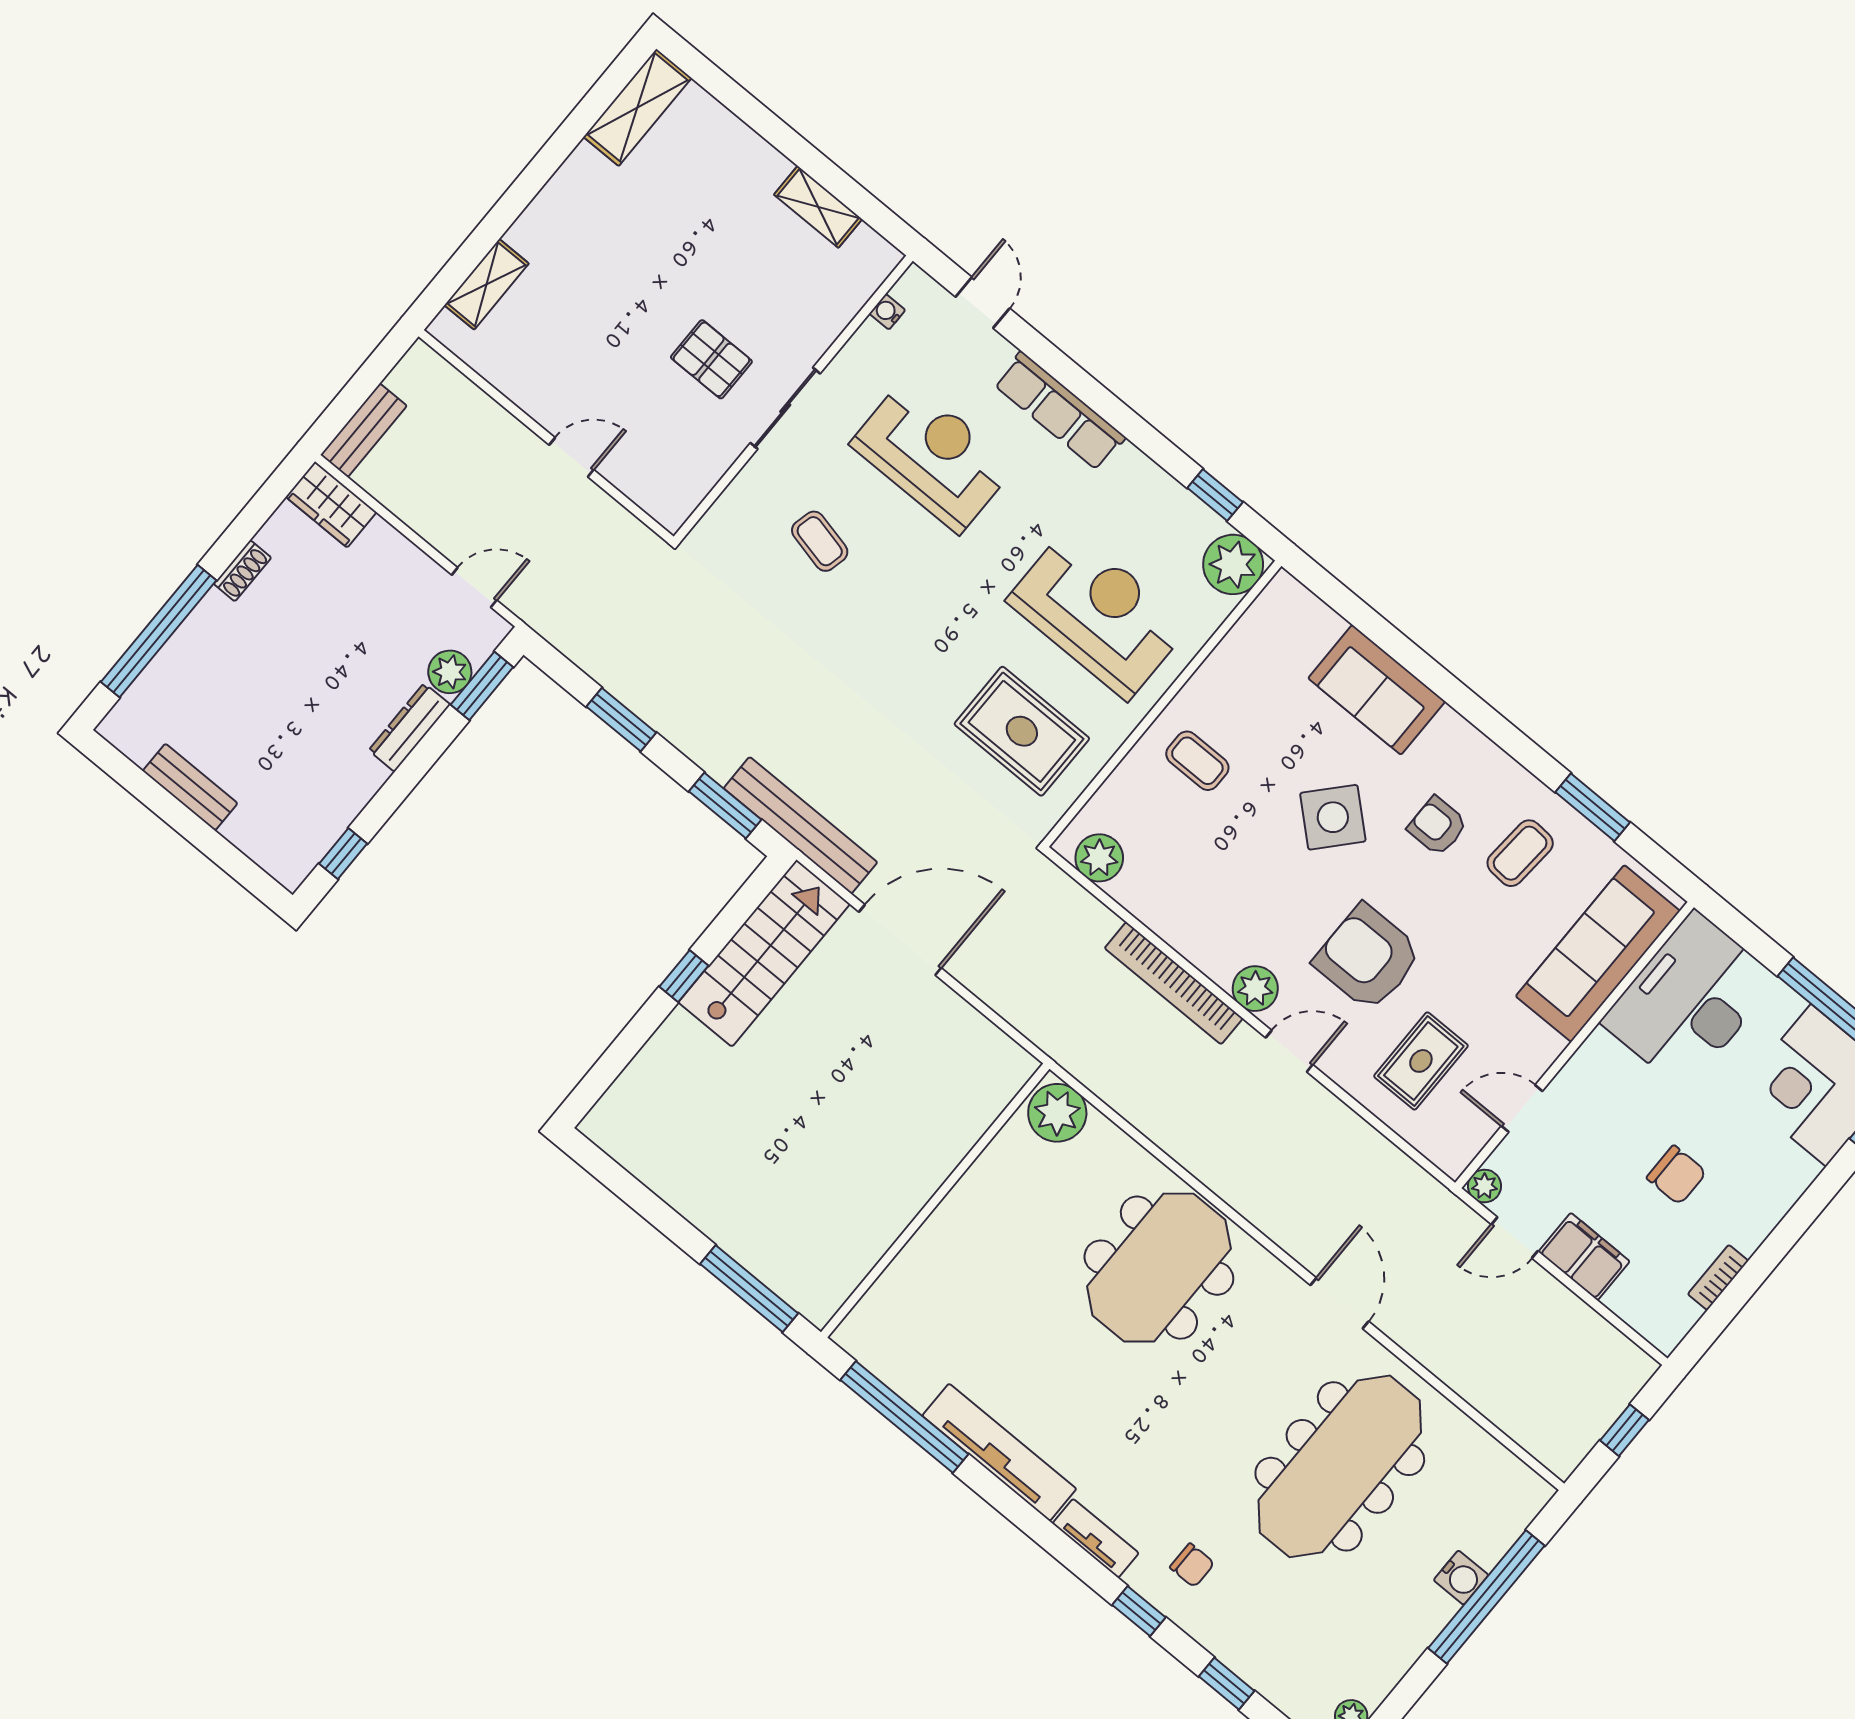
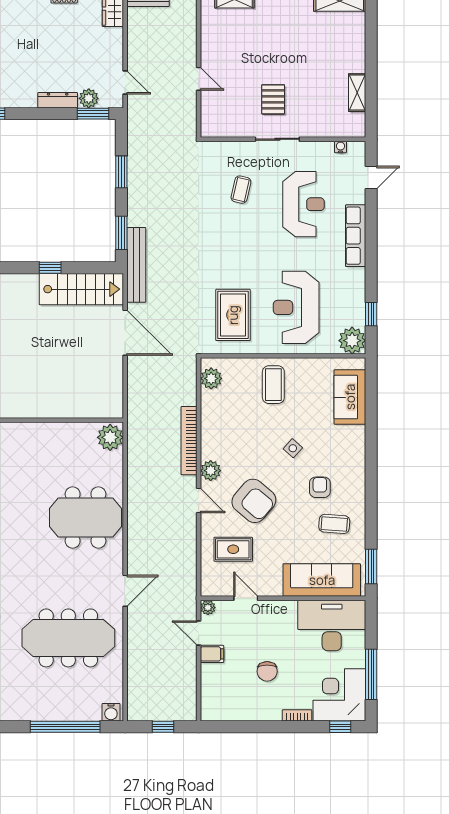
reception desk: (1098, 613) -> (296, 307), turned 180
sofa: (1377, 690) -> (350, 397), moved
coffee table: (1197, 761) -> (273, 385), width x1.36, depth x1.30
window: (1593, 807) -> (371, 566), moved
side table: (1333, 817) -> (293, 448), width x0.54, depth x0.54
armchair: (1368, 958) -> (254, 501), turned 130
filing cabinet: (1584, 1257) -> (212, 654), width x0.50
bookcase: (1718, 1278) -> (297, 715), moved
water cooler: (1461, 1578) -> (111, 712), moved

